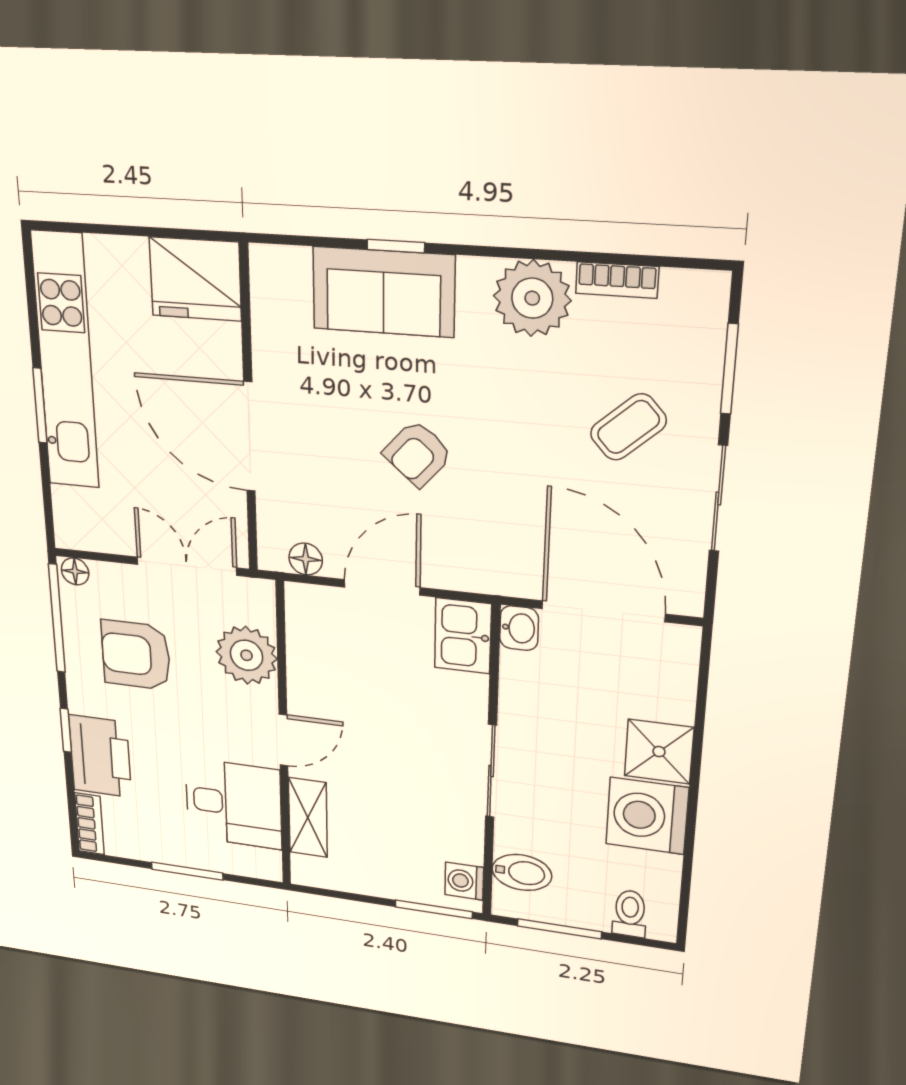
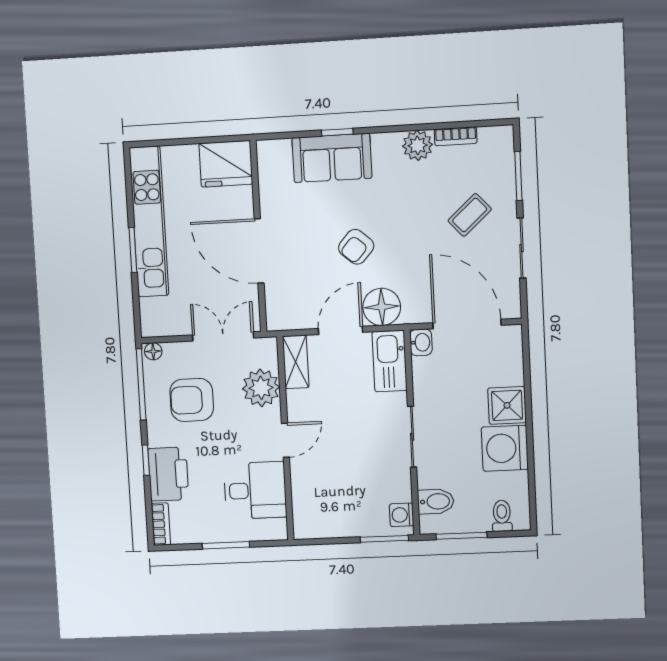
plant: (532, 298) -> (418, 145), width x0.73, depth x0.73
floor lamp: (306, 559) -> (382, 307), moved, width x1.89, depth x1.89
kitchen sink: (463, 636) -> (390, 361), width x1.38
shelving: (308, 818) -> (296, 362), moved

